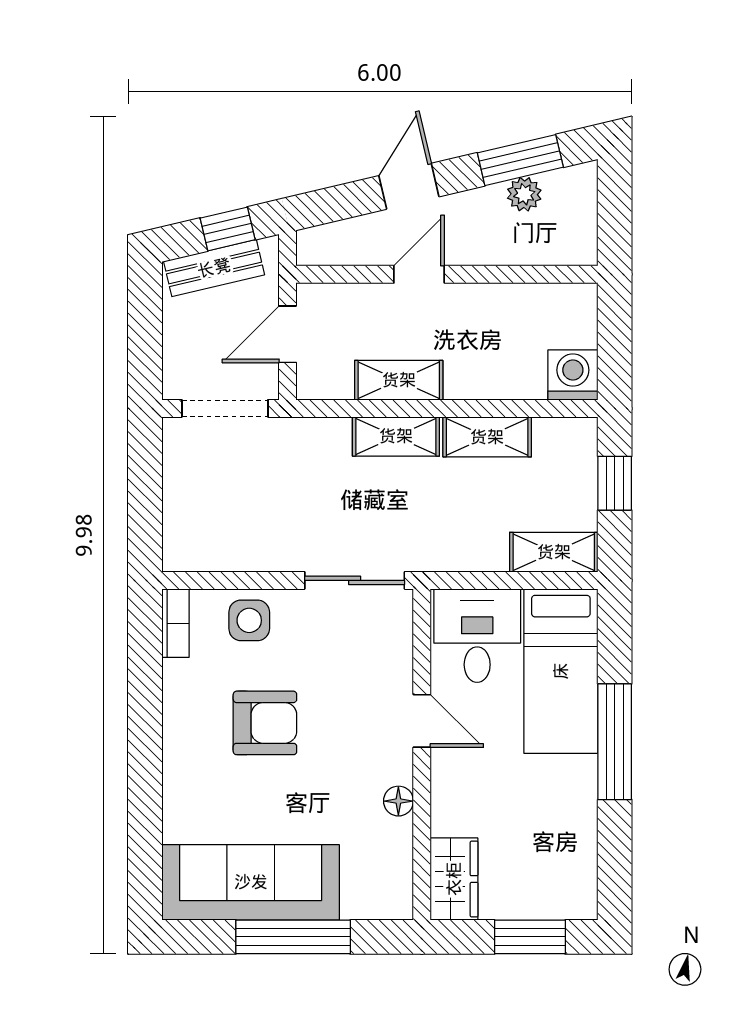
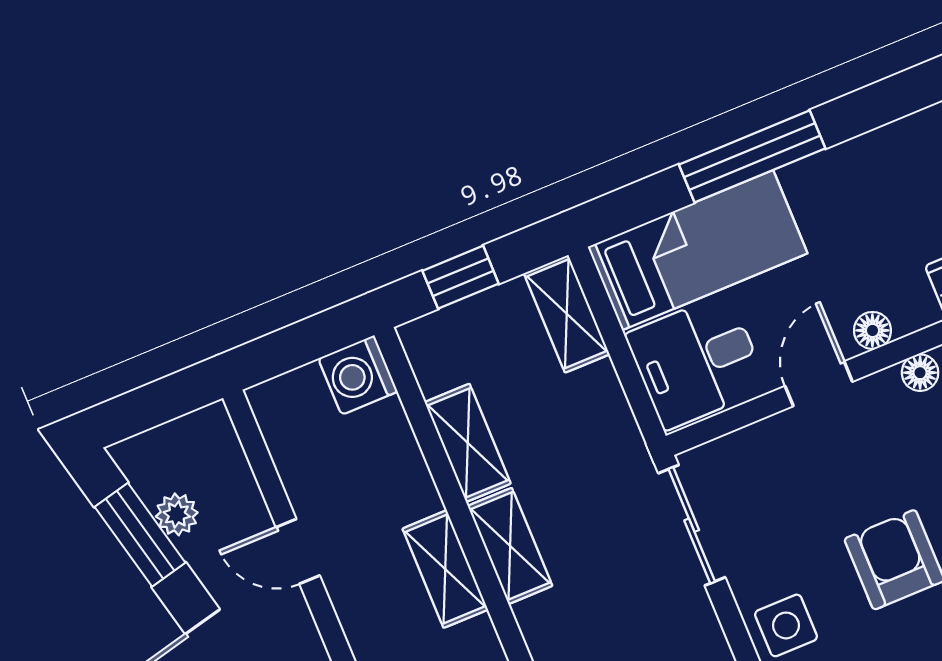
door: (419, 274) -> (298, 551), moved
floor lamp: (445, 778) -> (872, 330), added

